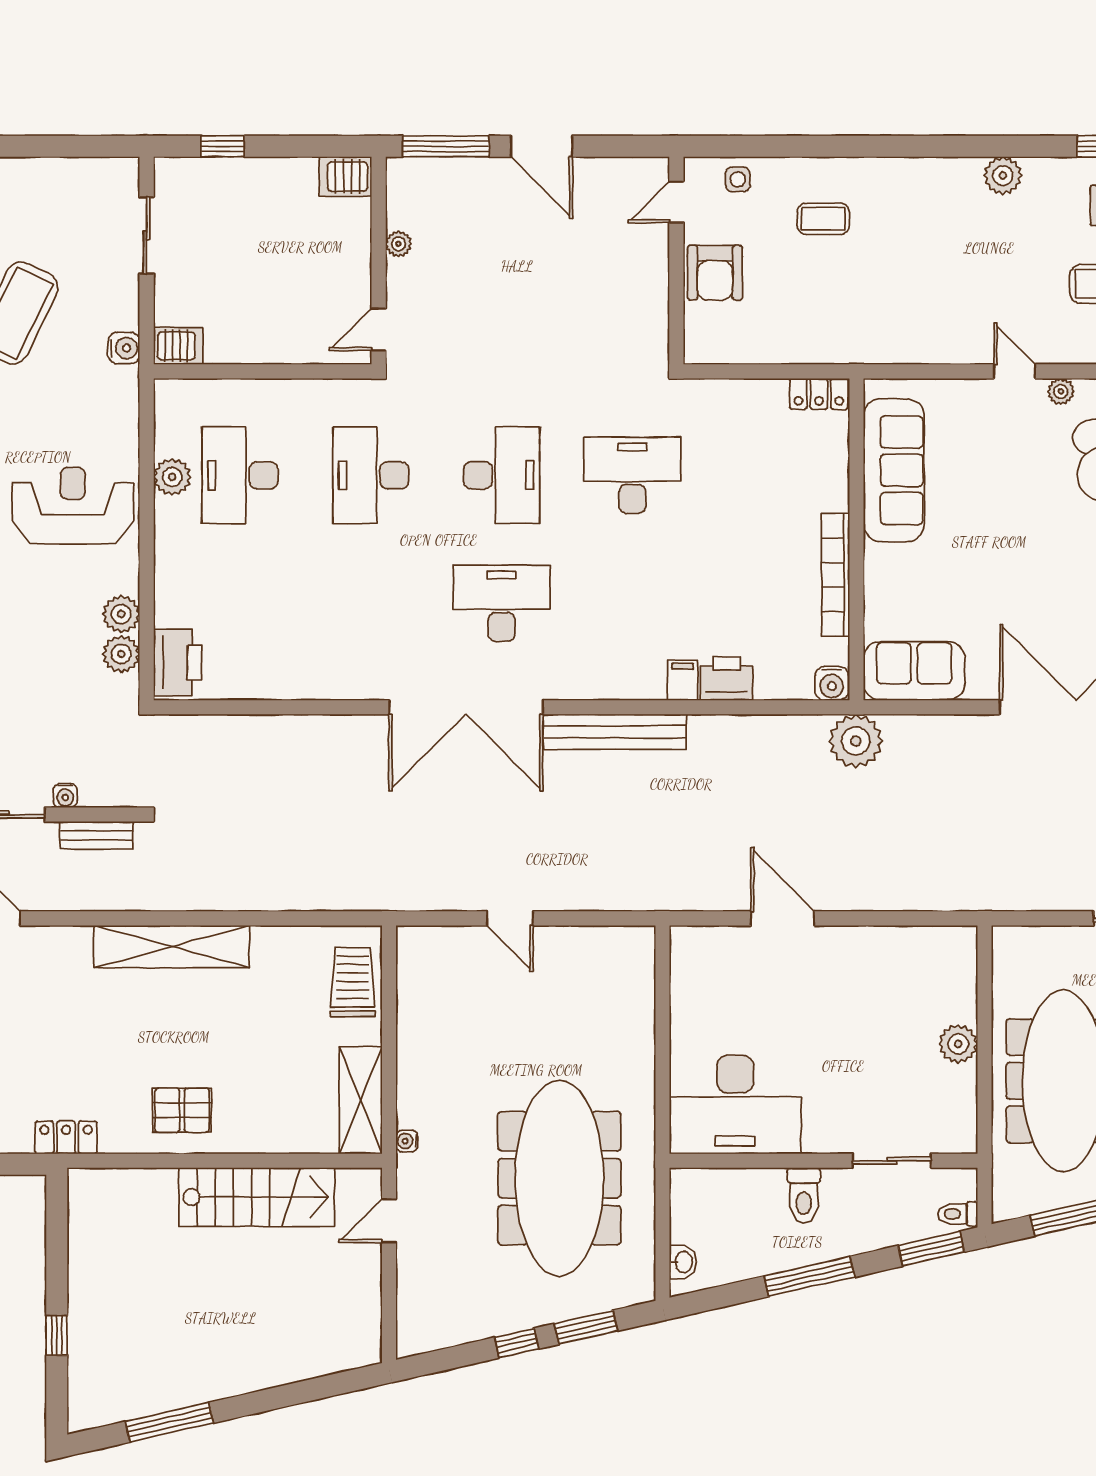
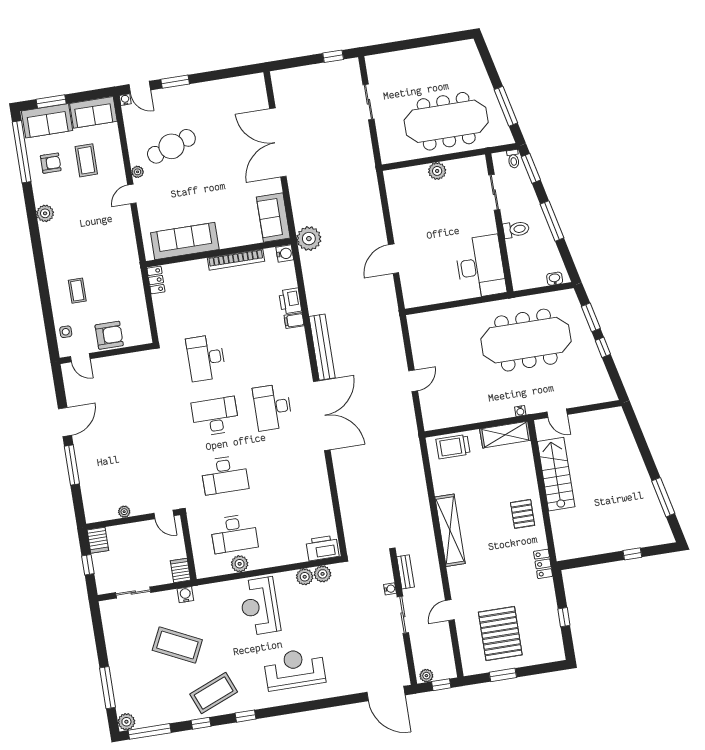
server rack: (345, 176) -> (98, 540), moved
plant: (398, 244) -> (124, 512), moved
wall: (379, 261) -> (133, 519), moved
door: (379, 329) -> (164, 514), moved

